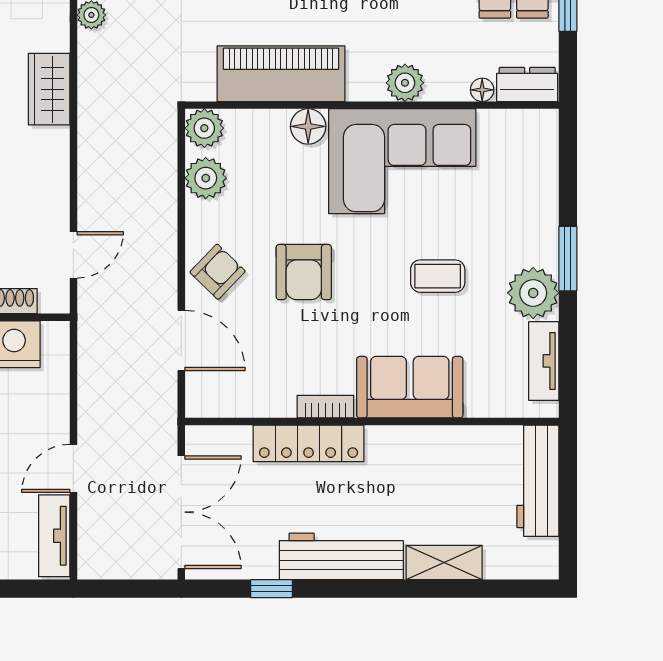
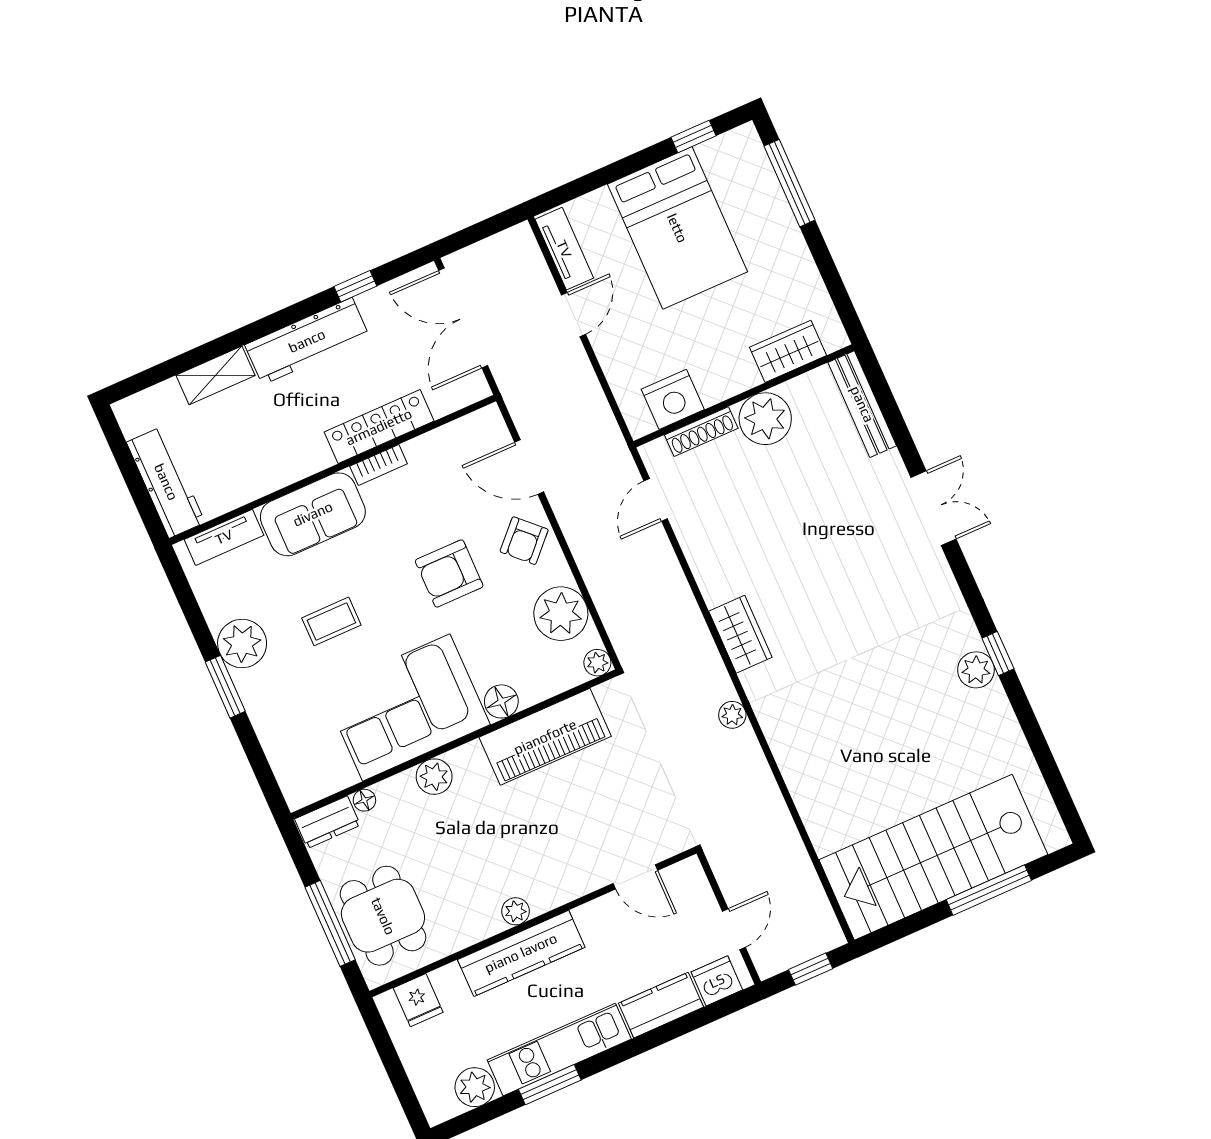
plant: (204, 128) -> (597, 663), width x0.73, depth x0.73
plant: (206, 178) -> (561, 614), width x1.36, depth x1.36
armchair: (304, 272) -> (449, 573), turned -90
tv unit: (544, 361) -> (224, 537), moved, turned 90

